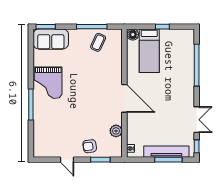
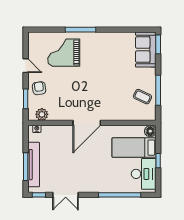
desk: (176, 41) -> (144, 174), added
grand piano: (48, 83) -> (64, 53), moved
plant: (116, 131) -> (42, 114), moved
door: (67, 160) -> (26, 66), swing flipped

